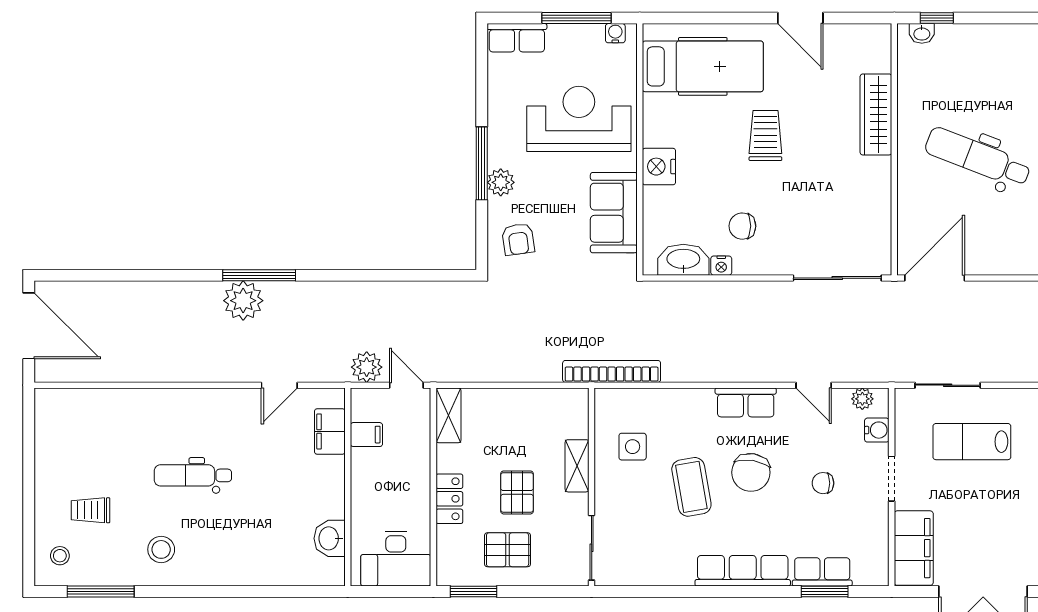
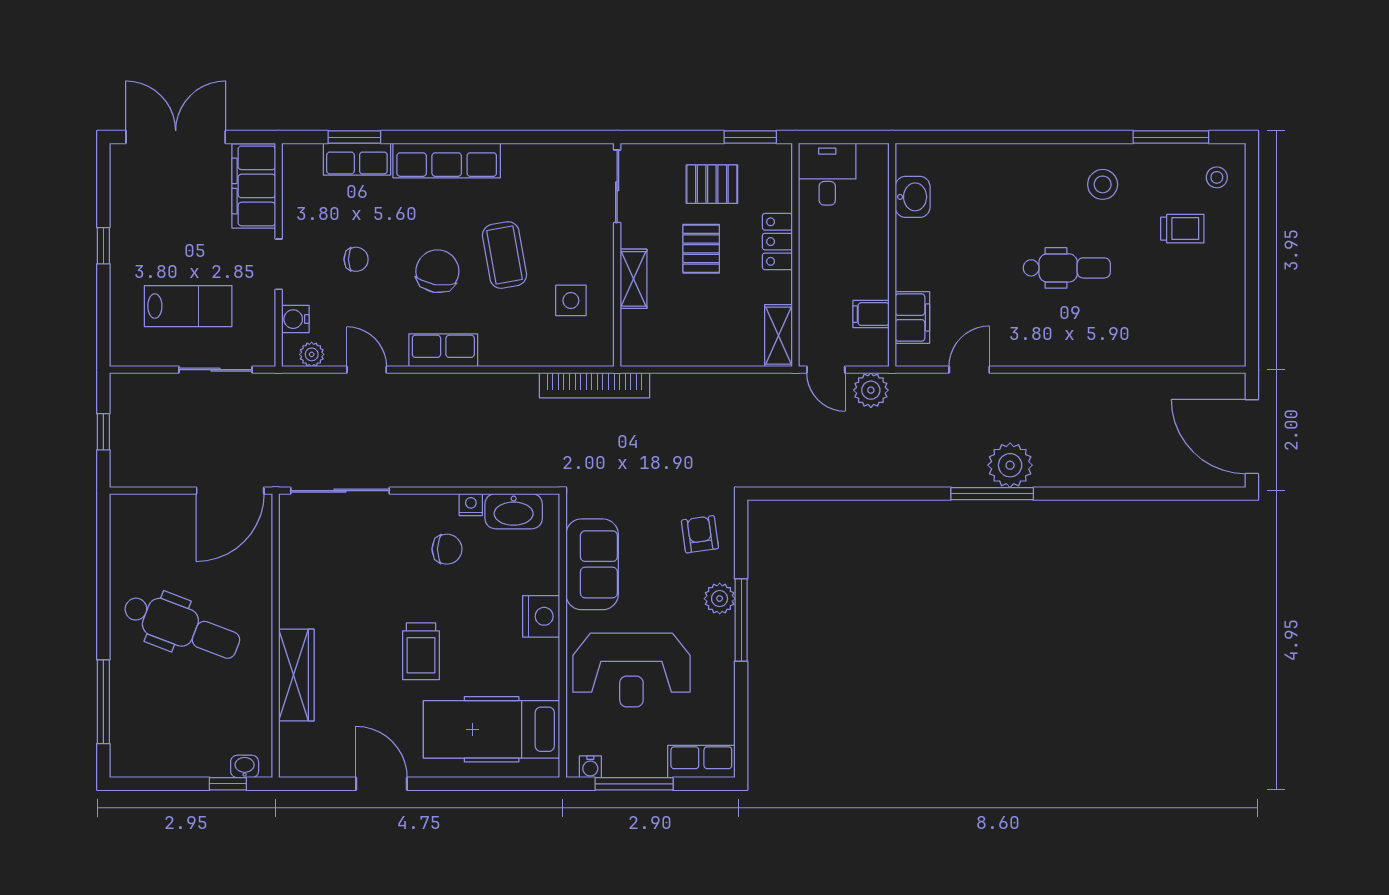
desk: (396, 559) -> (827, 174), width x0.73

